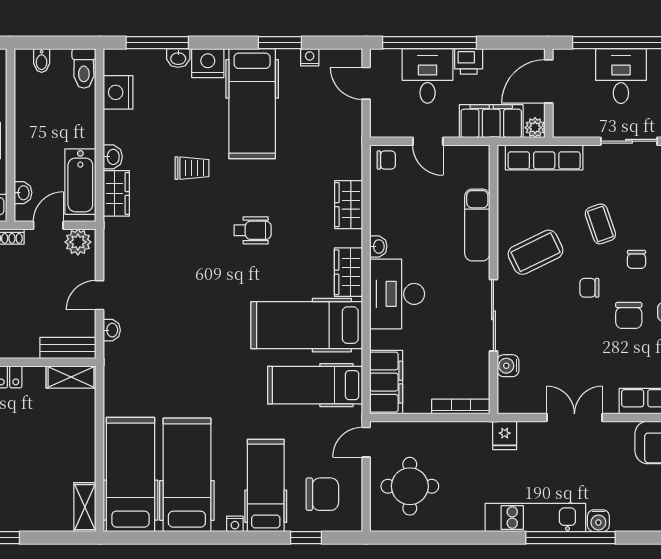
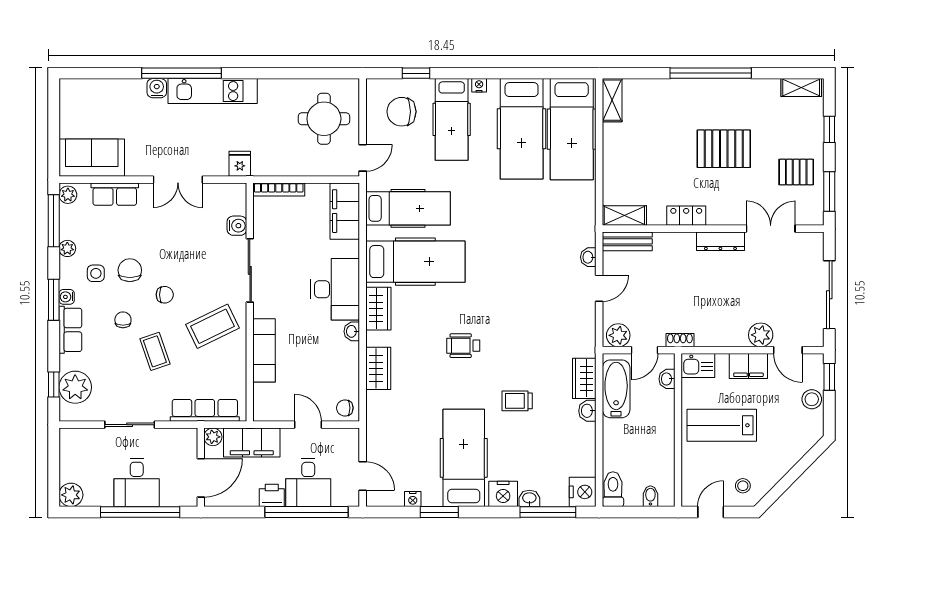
nightstand: (118, 92) -> (583, 492), moved

